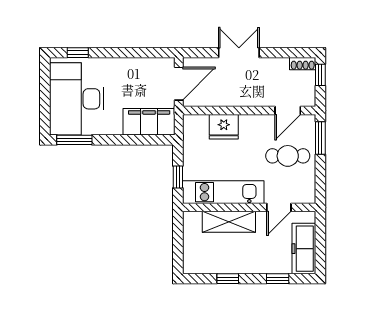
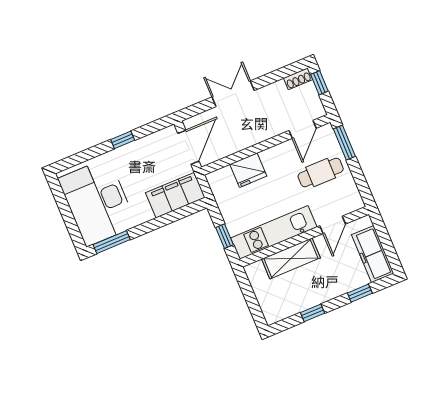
window: (78, 53) -> (123, 140), moved

